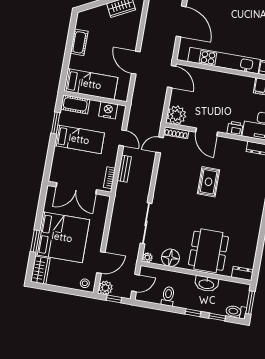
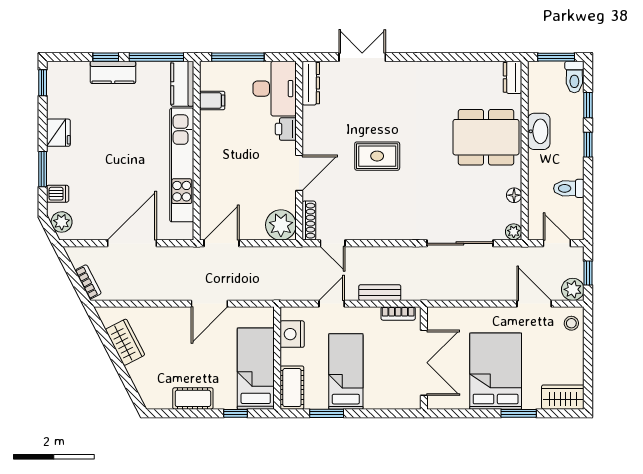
window: (65, 67) -> (236, 413), added
bed: (62, 237) -> (496, 371), width x0.73
floor lamp: (170, 258) -> (514, 195), width x0.53, depth x0.53

